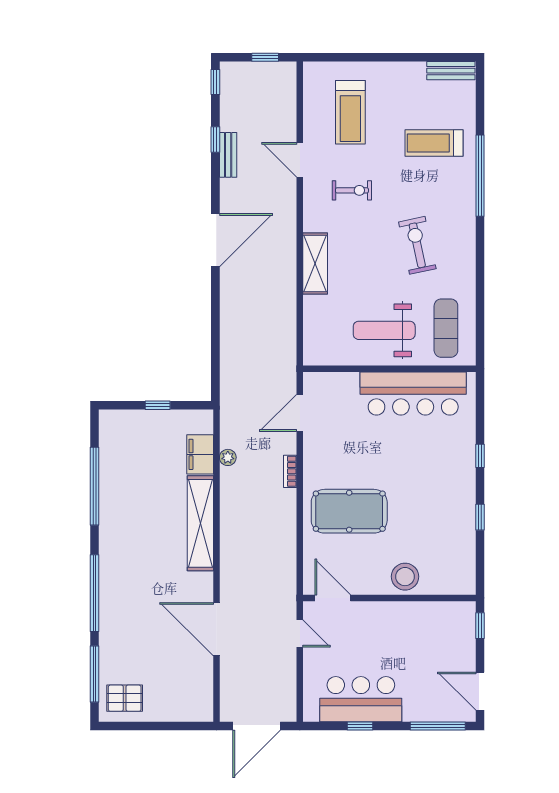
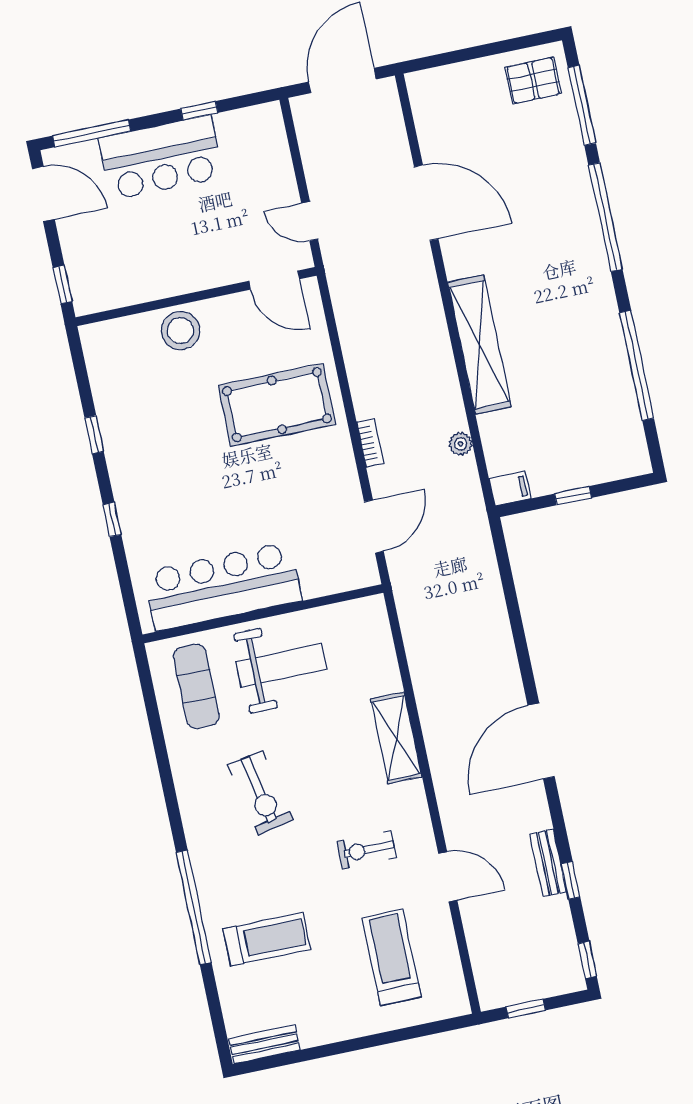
filing cabinet: (200, 454) -> (510, 489), moved, width x0.50
bar counter: (361, 699) -> (161, 158), moved

